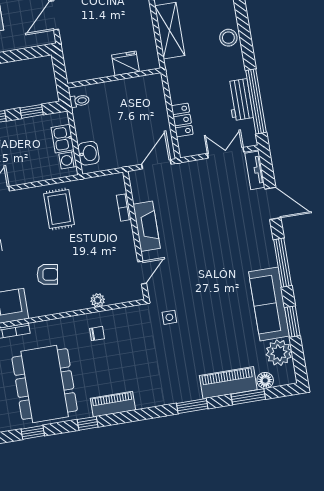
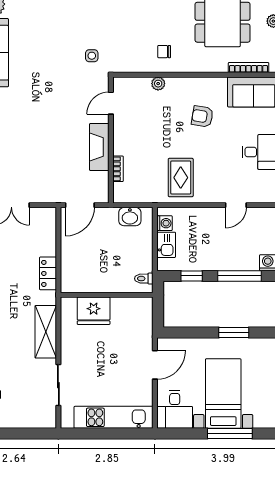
fridge: (125, 63) -> (94, 311), width x1.36, depth x1.34
locker: (182, 120) -> (48, 273), moved
washbasin: (88, 153) -> (130, 217), moved, turned -90

